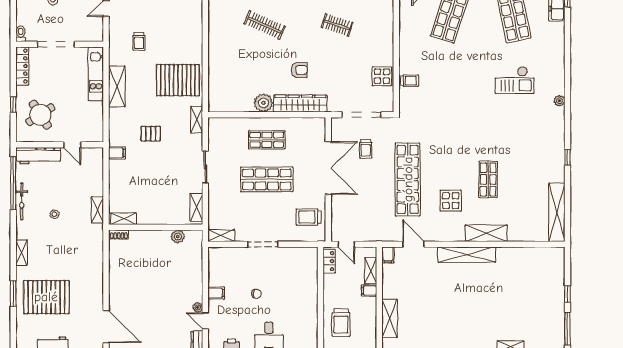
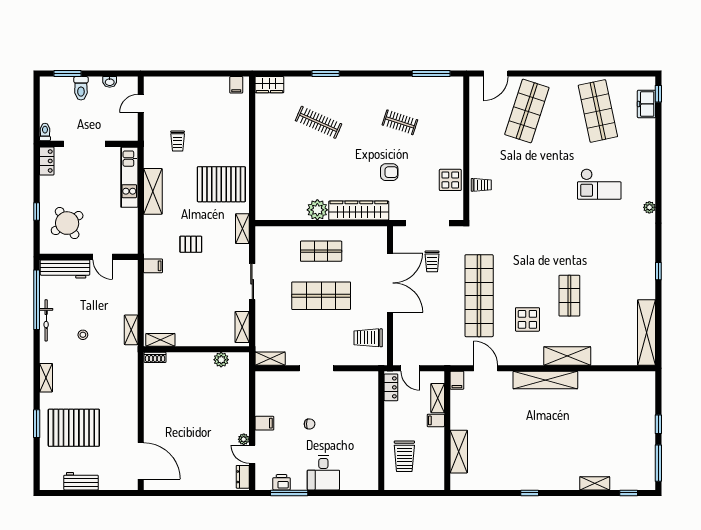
locker: (22, 66) -> (47, 161), width x0.66
armchair: (299, 70) -> (389, 172), moved

